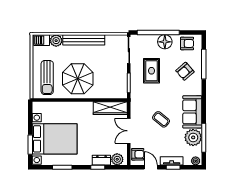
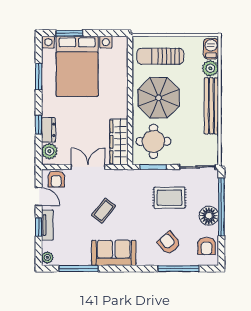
round table: (110, 83) -> (153, 141), added
plant: (193, 137) -> (79, 254), removed
door: (151, 167) -> (39, 197), hinge flipped

